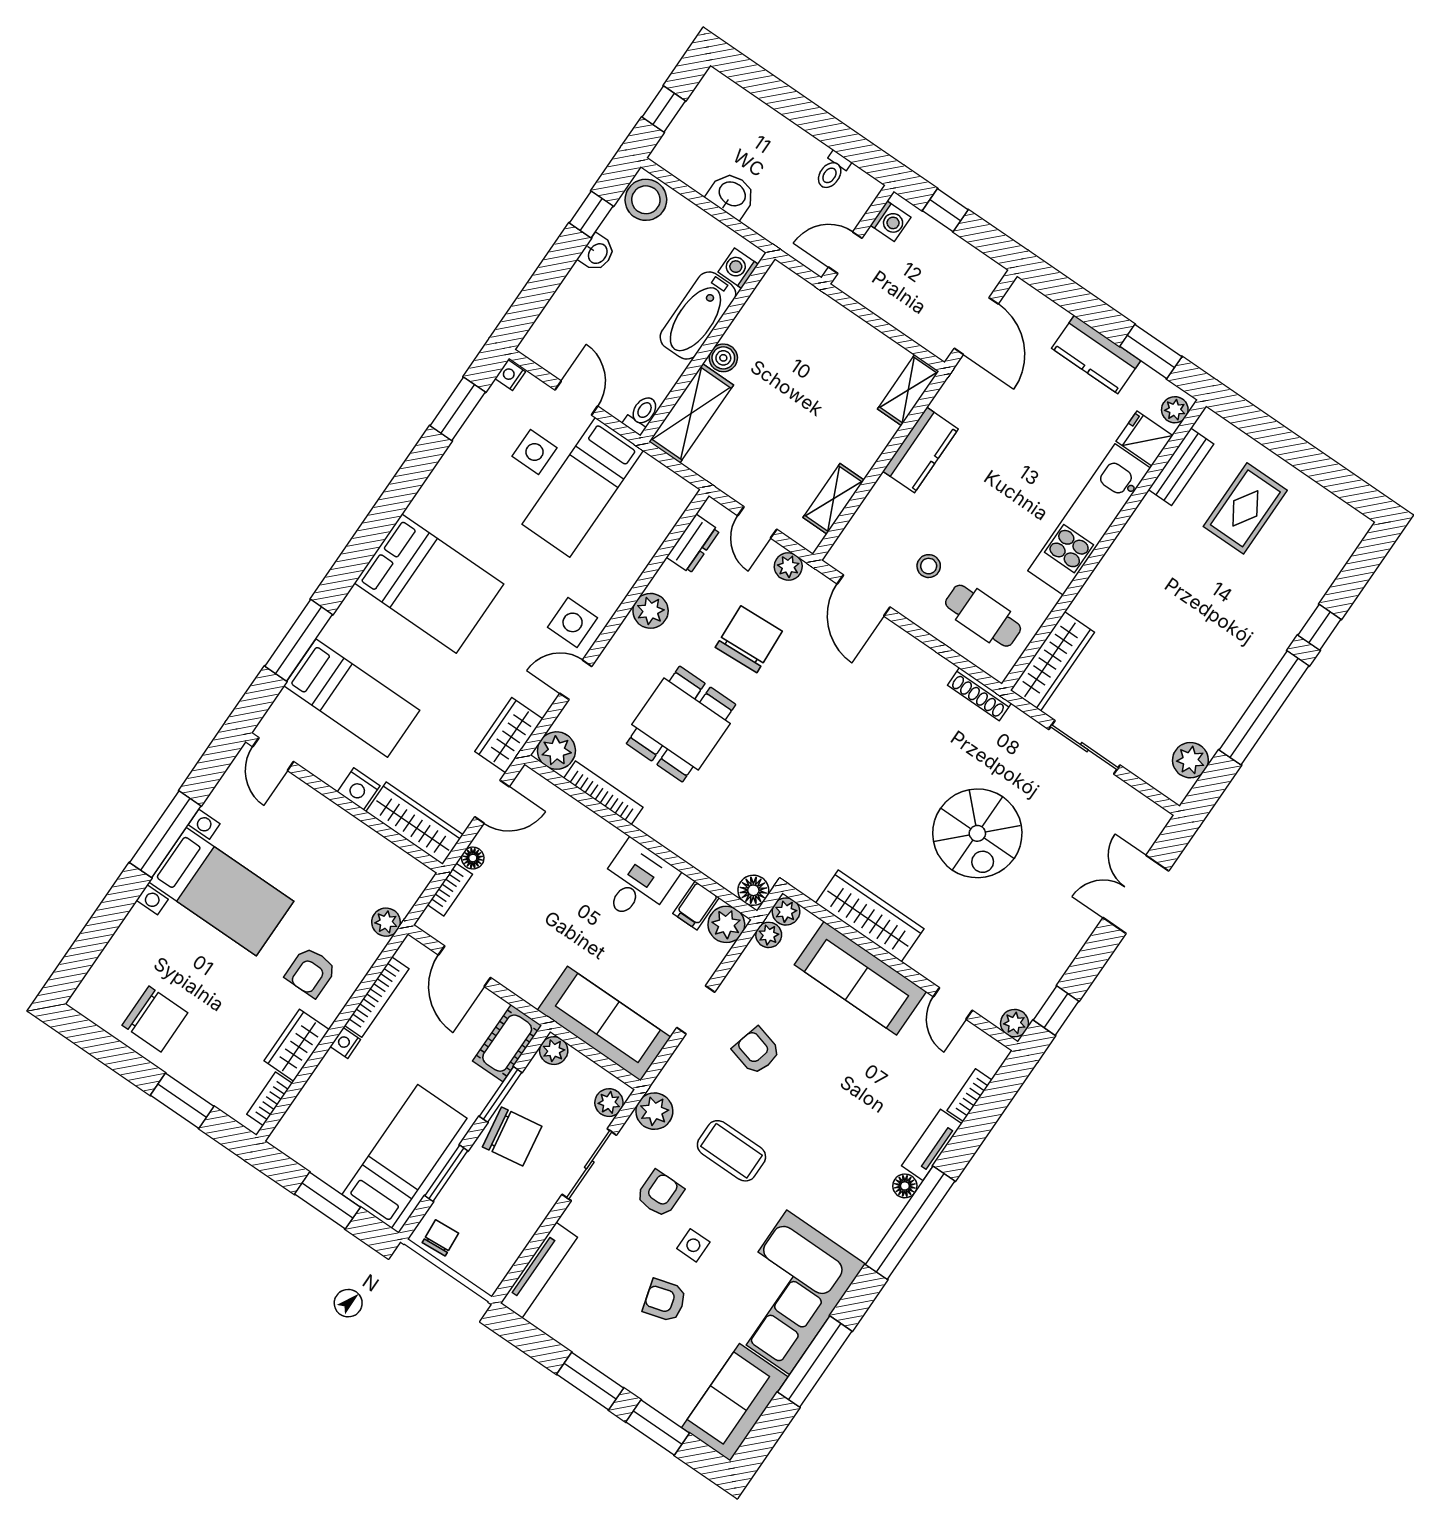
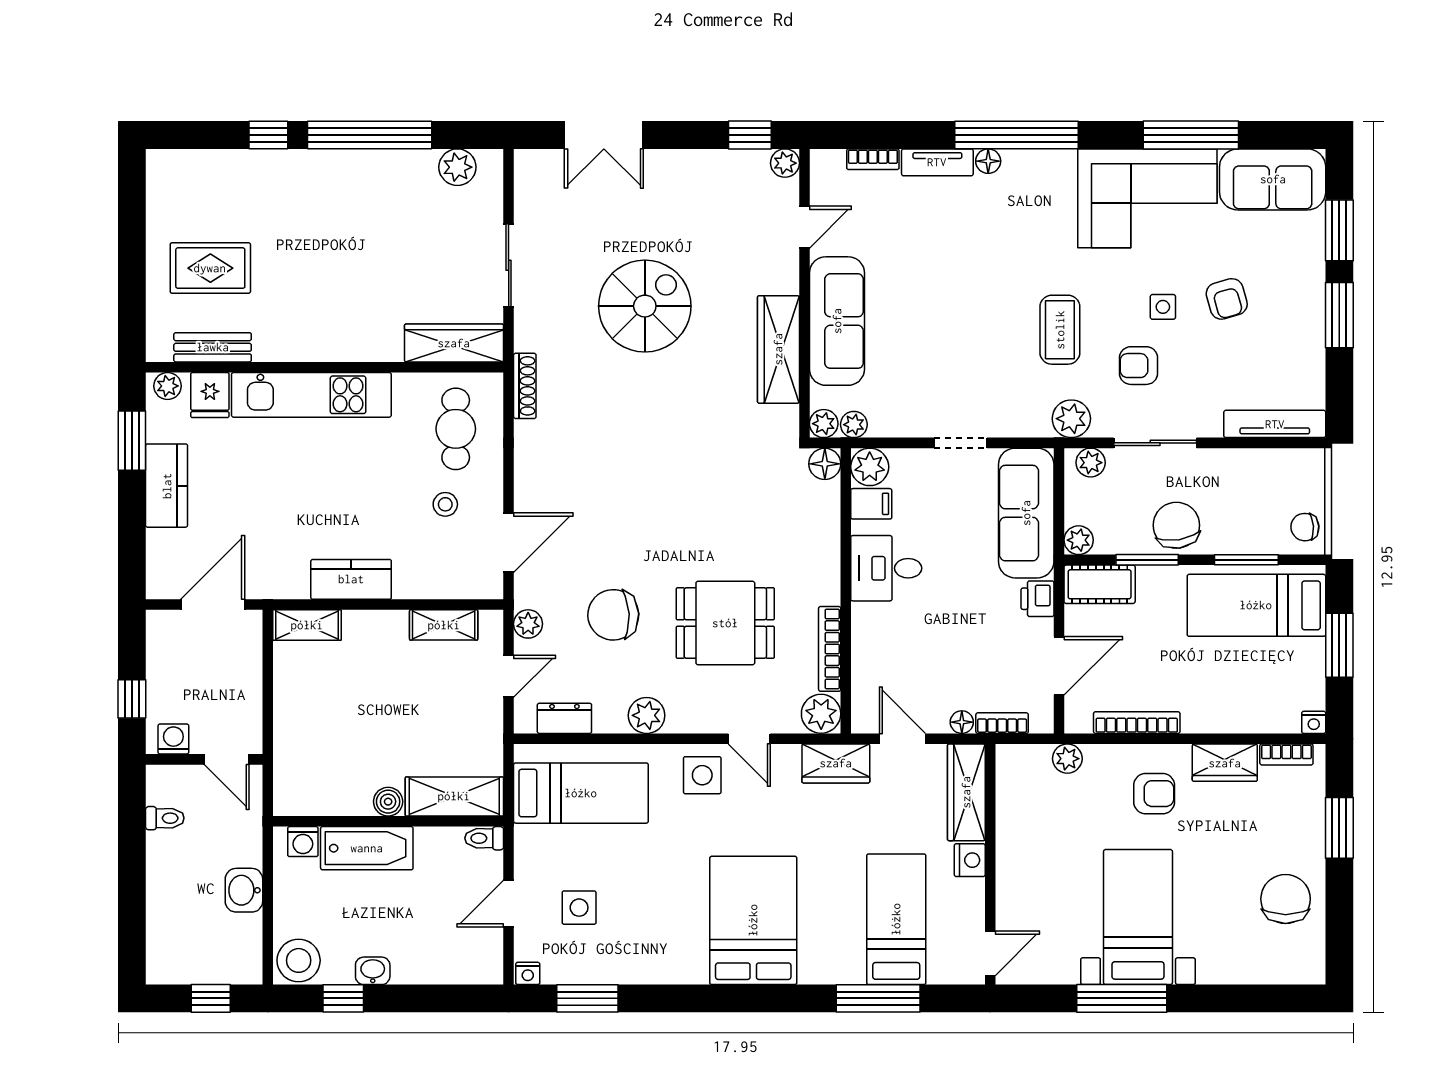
bed: (583, 487) -> (581, 793), moved
printer: (530, 986) -> (1037, 599), added
nightstand: (345, 1043) -> (1314, 722), moved
armchair: (756, 1051) -> (960, 367), removed

